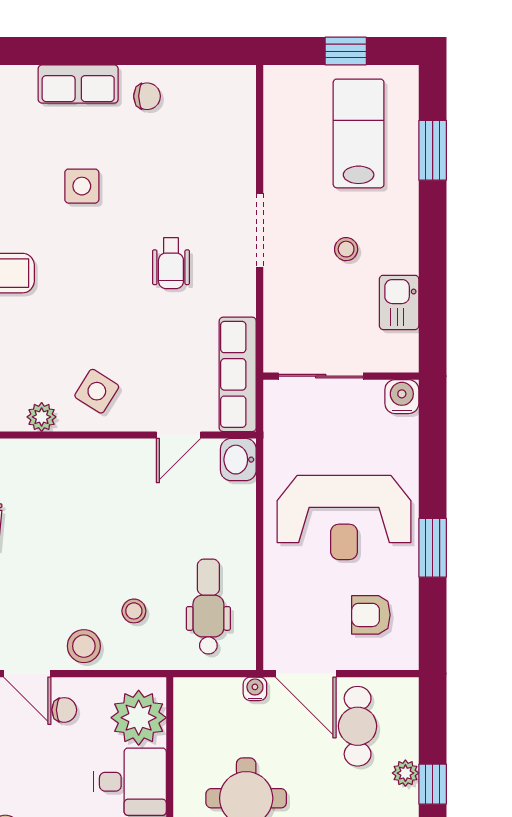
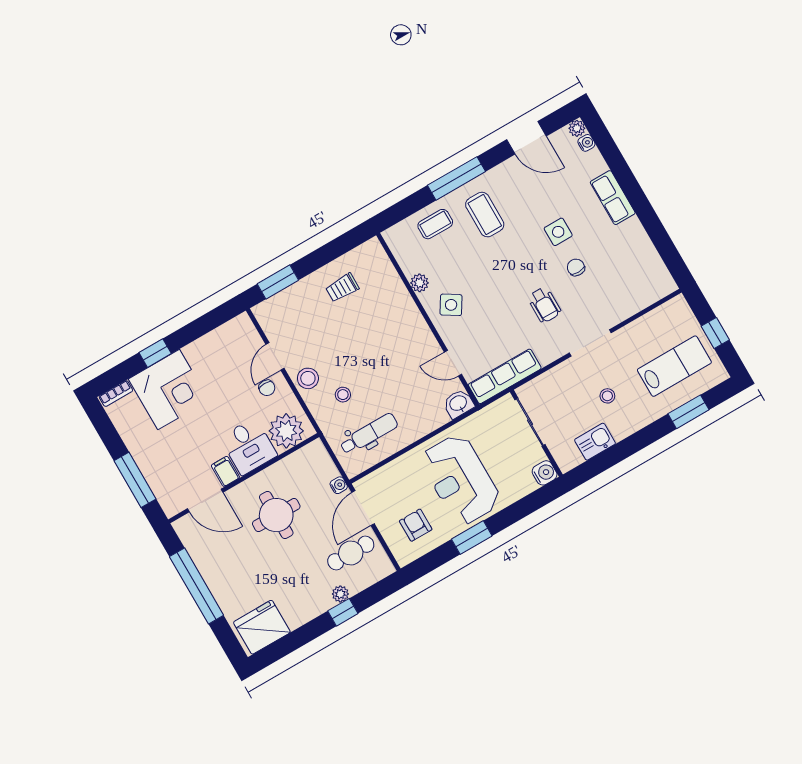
chair: (147, 96) -> (576, 267), moved, turned 180
wheelchair: (171, 263) -> (544, 305), turned -90

